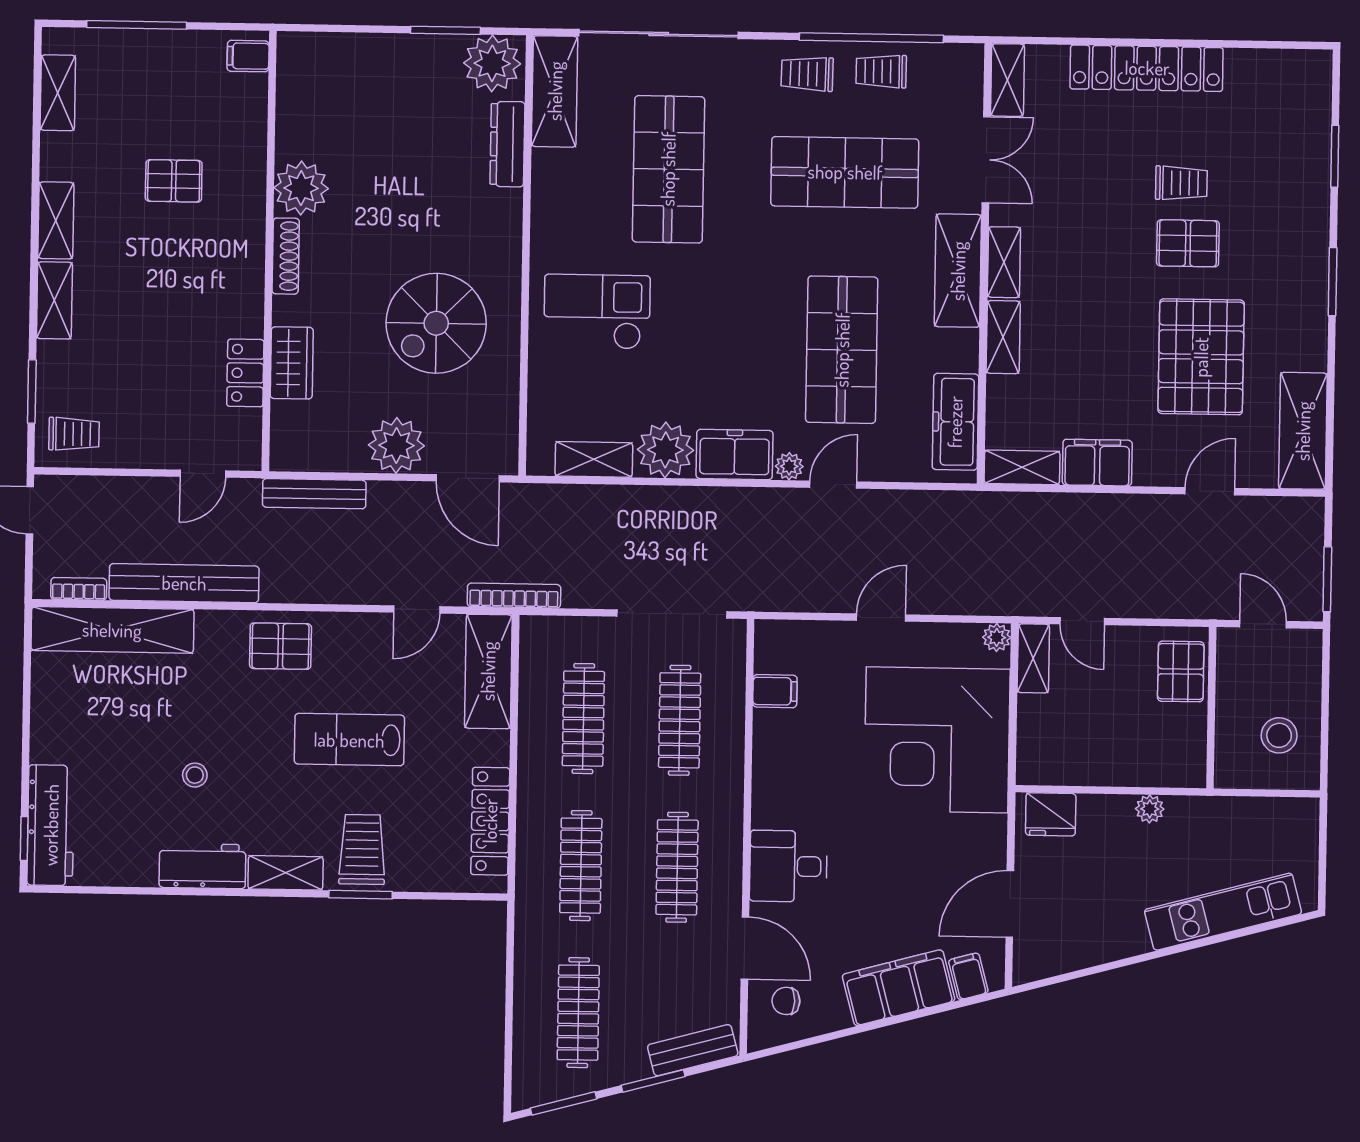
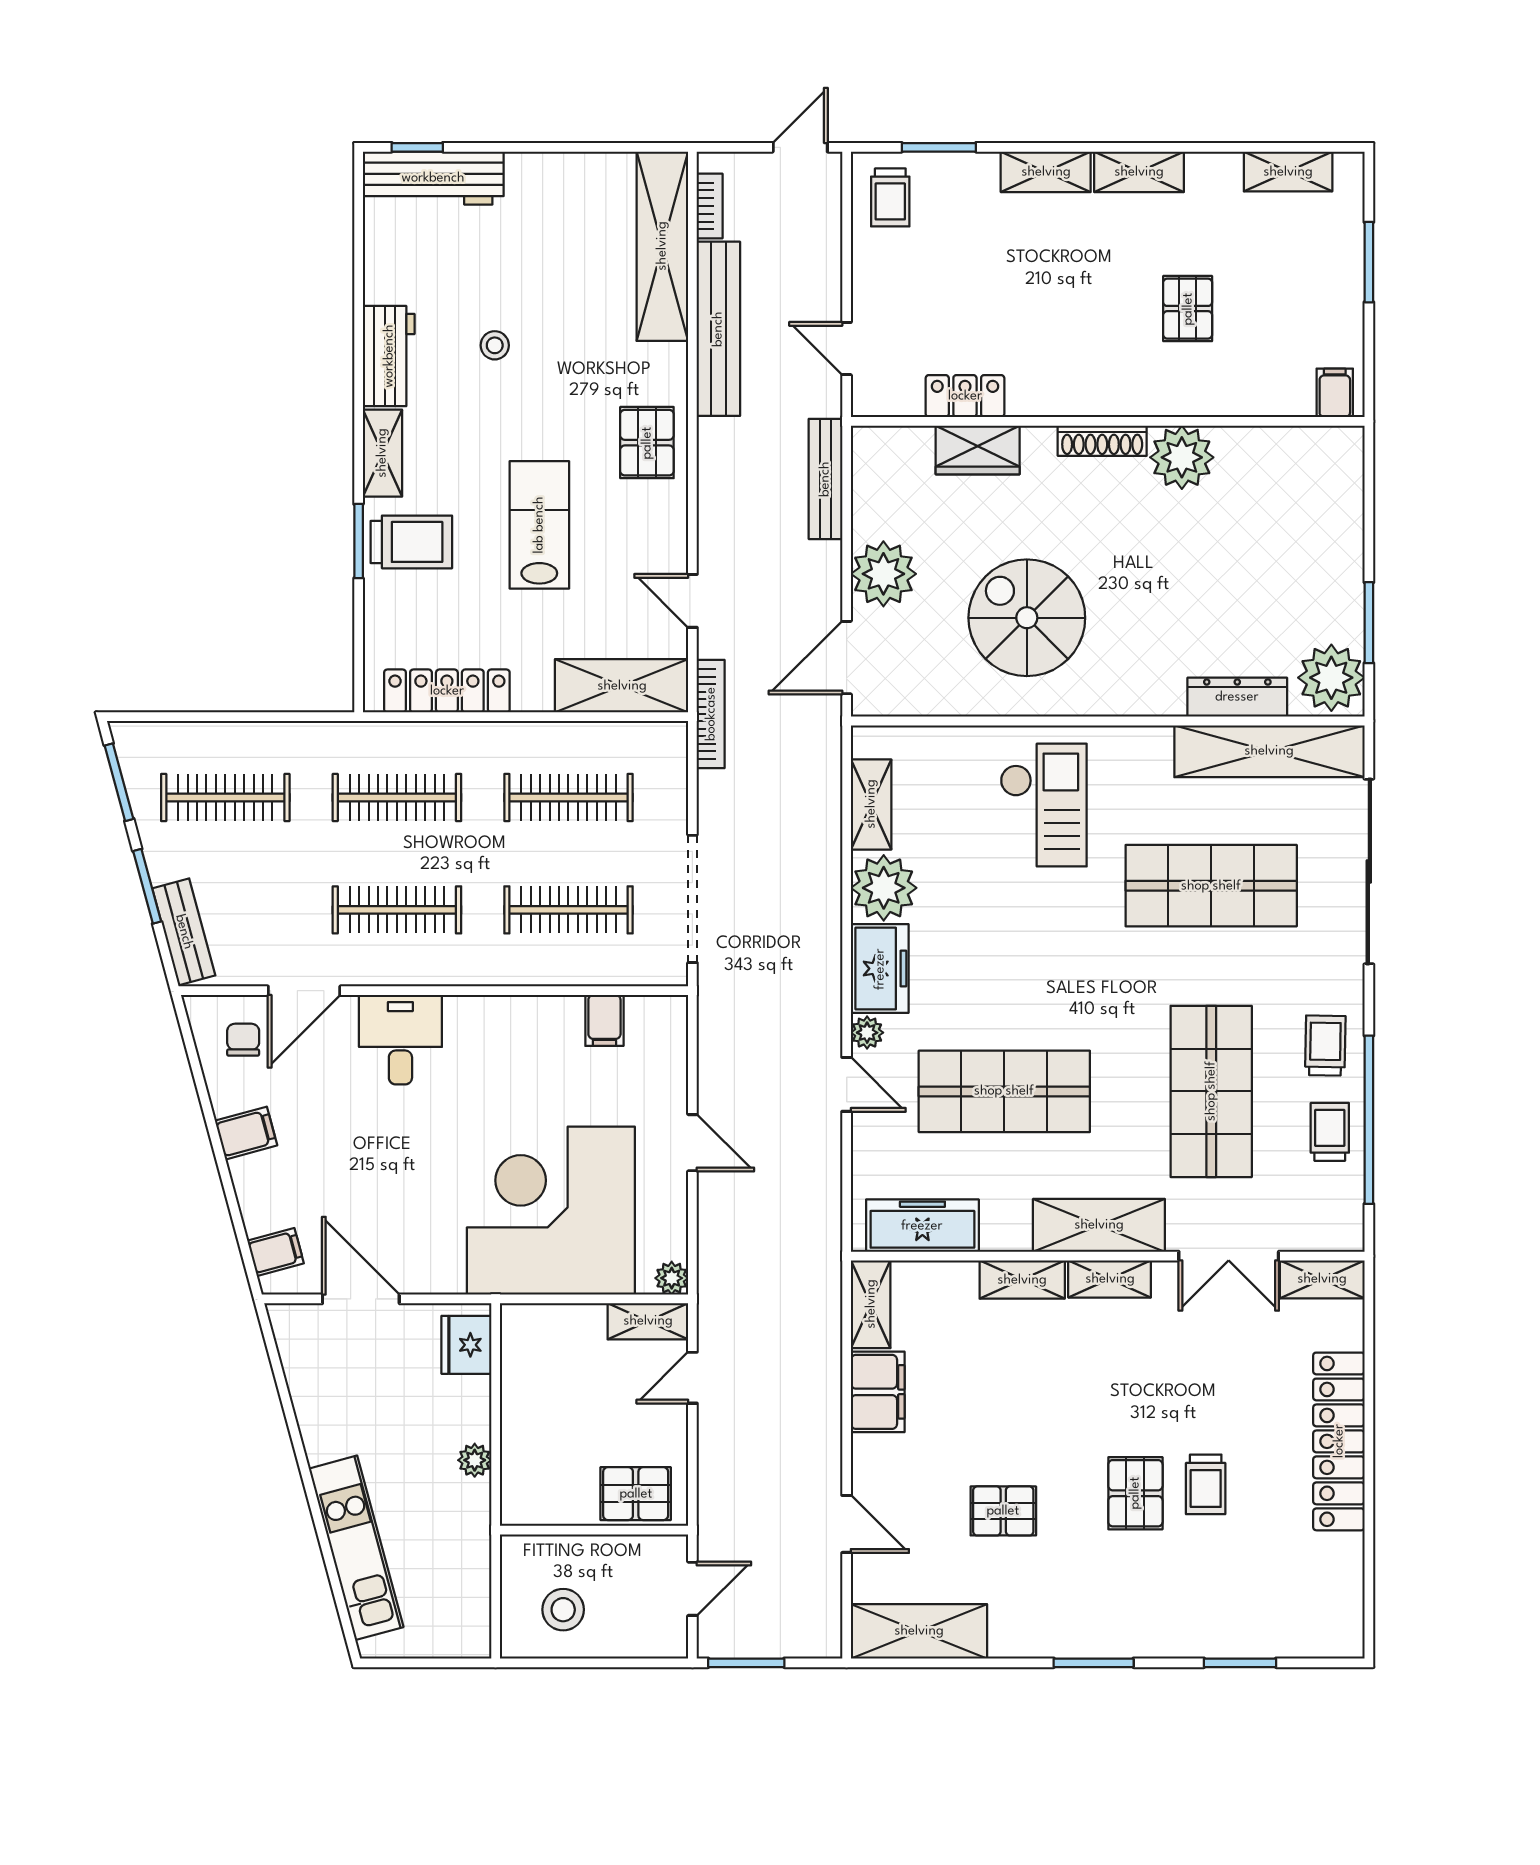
window: (137, 25) -> (1369, 262), width x0.69
shelving: (555, 91) -> (1269, 751), width x1.47
pallet: (1201, 357) -> (1003, 1511), width x0.49, depth x0.50
filing cabinet: (899, 988) -> (246, 1133), width x0.33, depth x0.86

